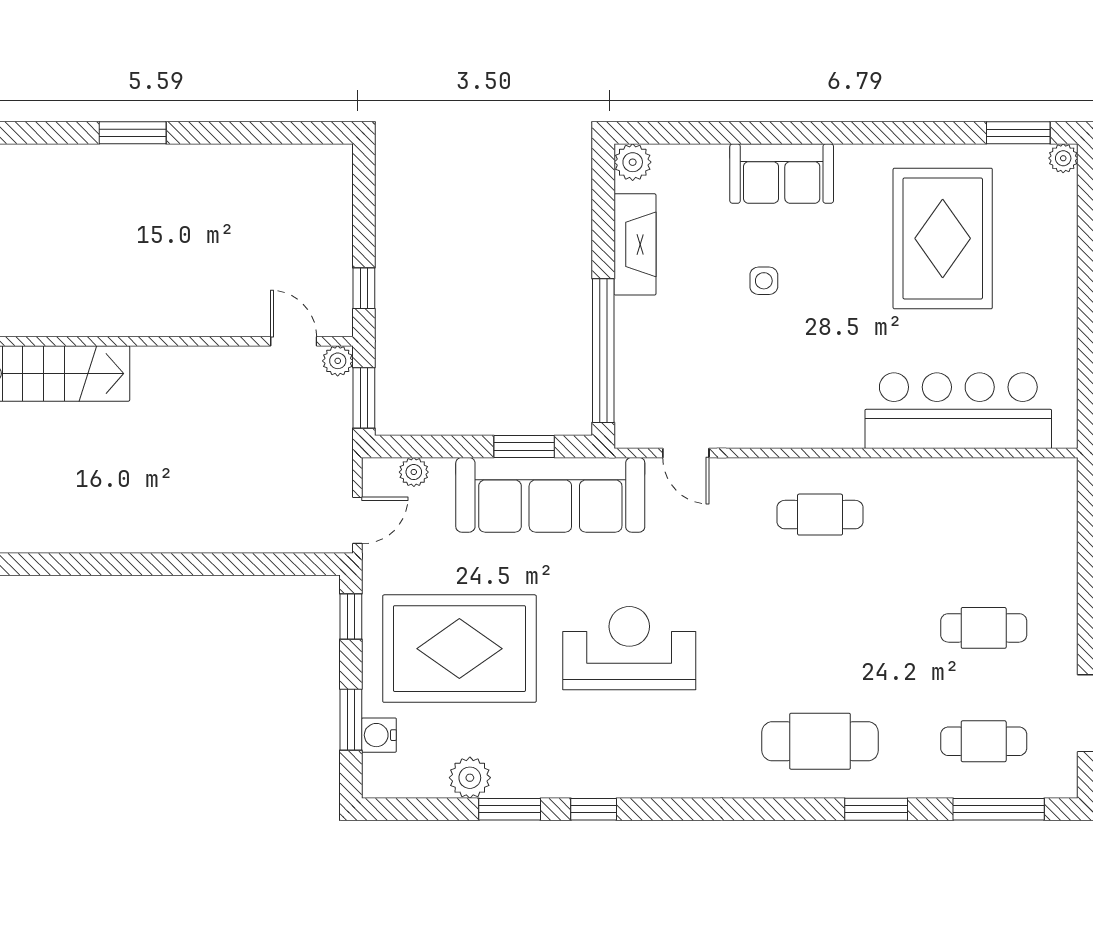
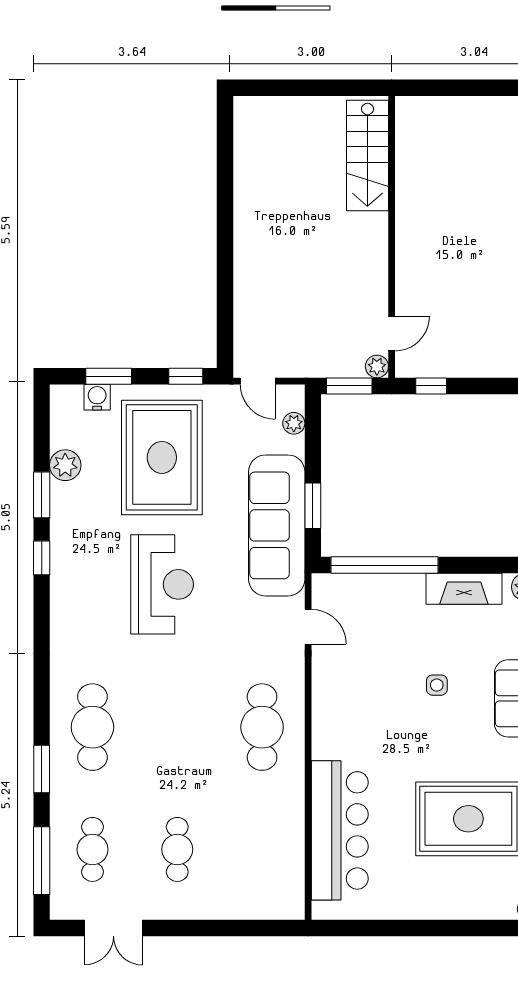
door: (686, 453) -> (308, 627), swing flipped
cafe table: (820, 515) -> (262, 727), width x1.37, depth x1.35

